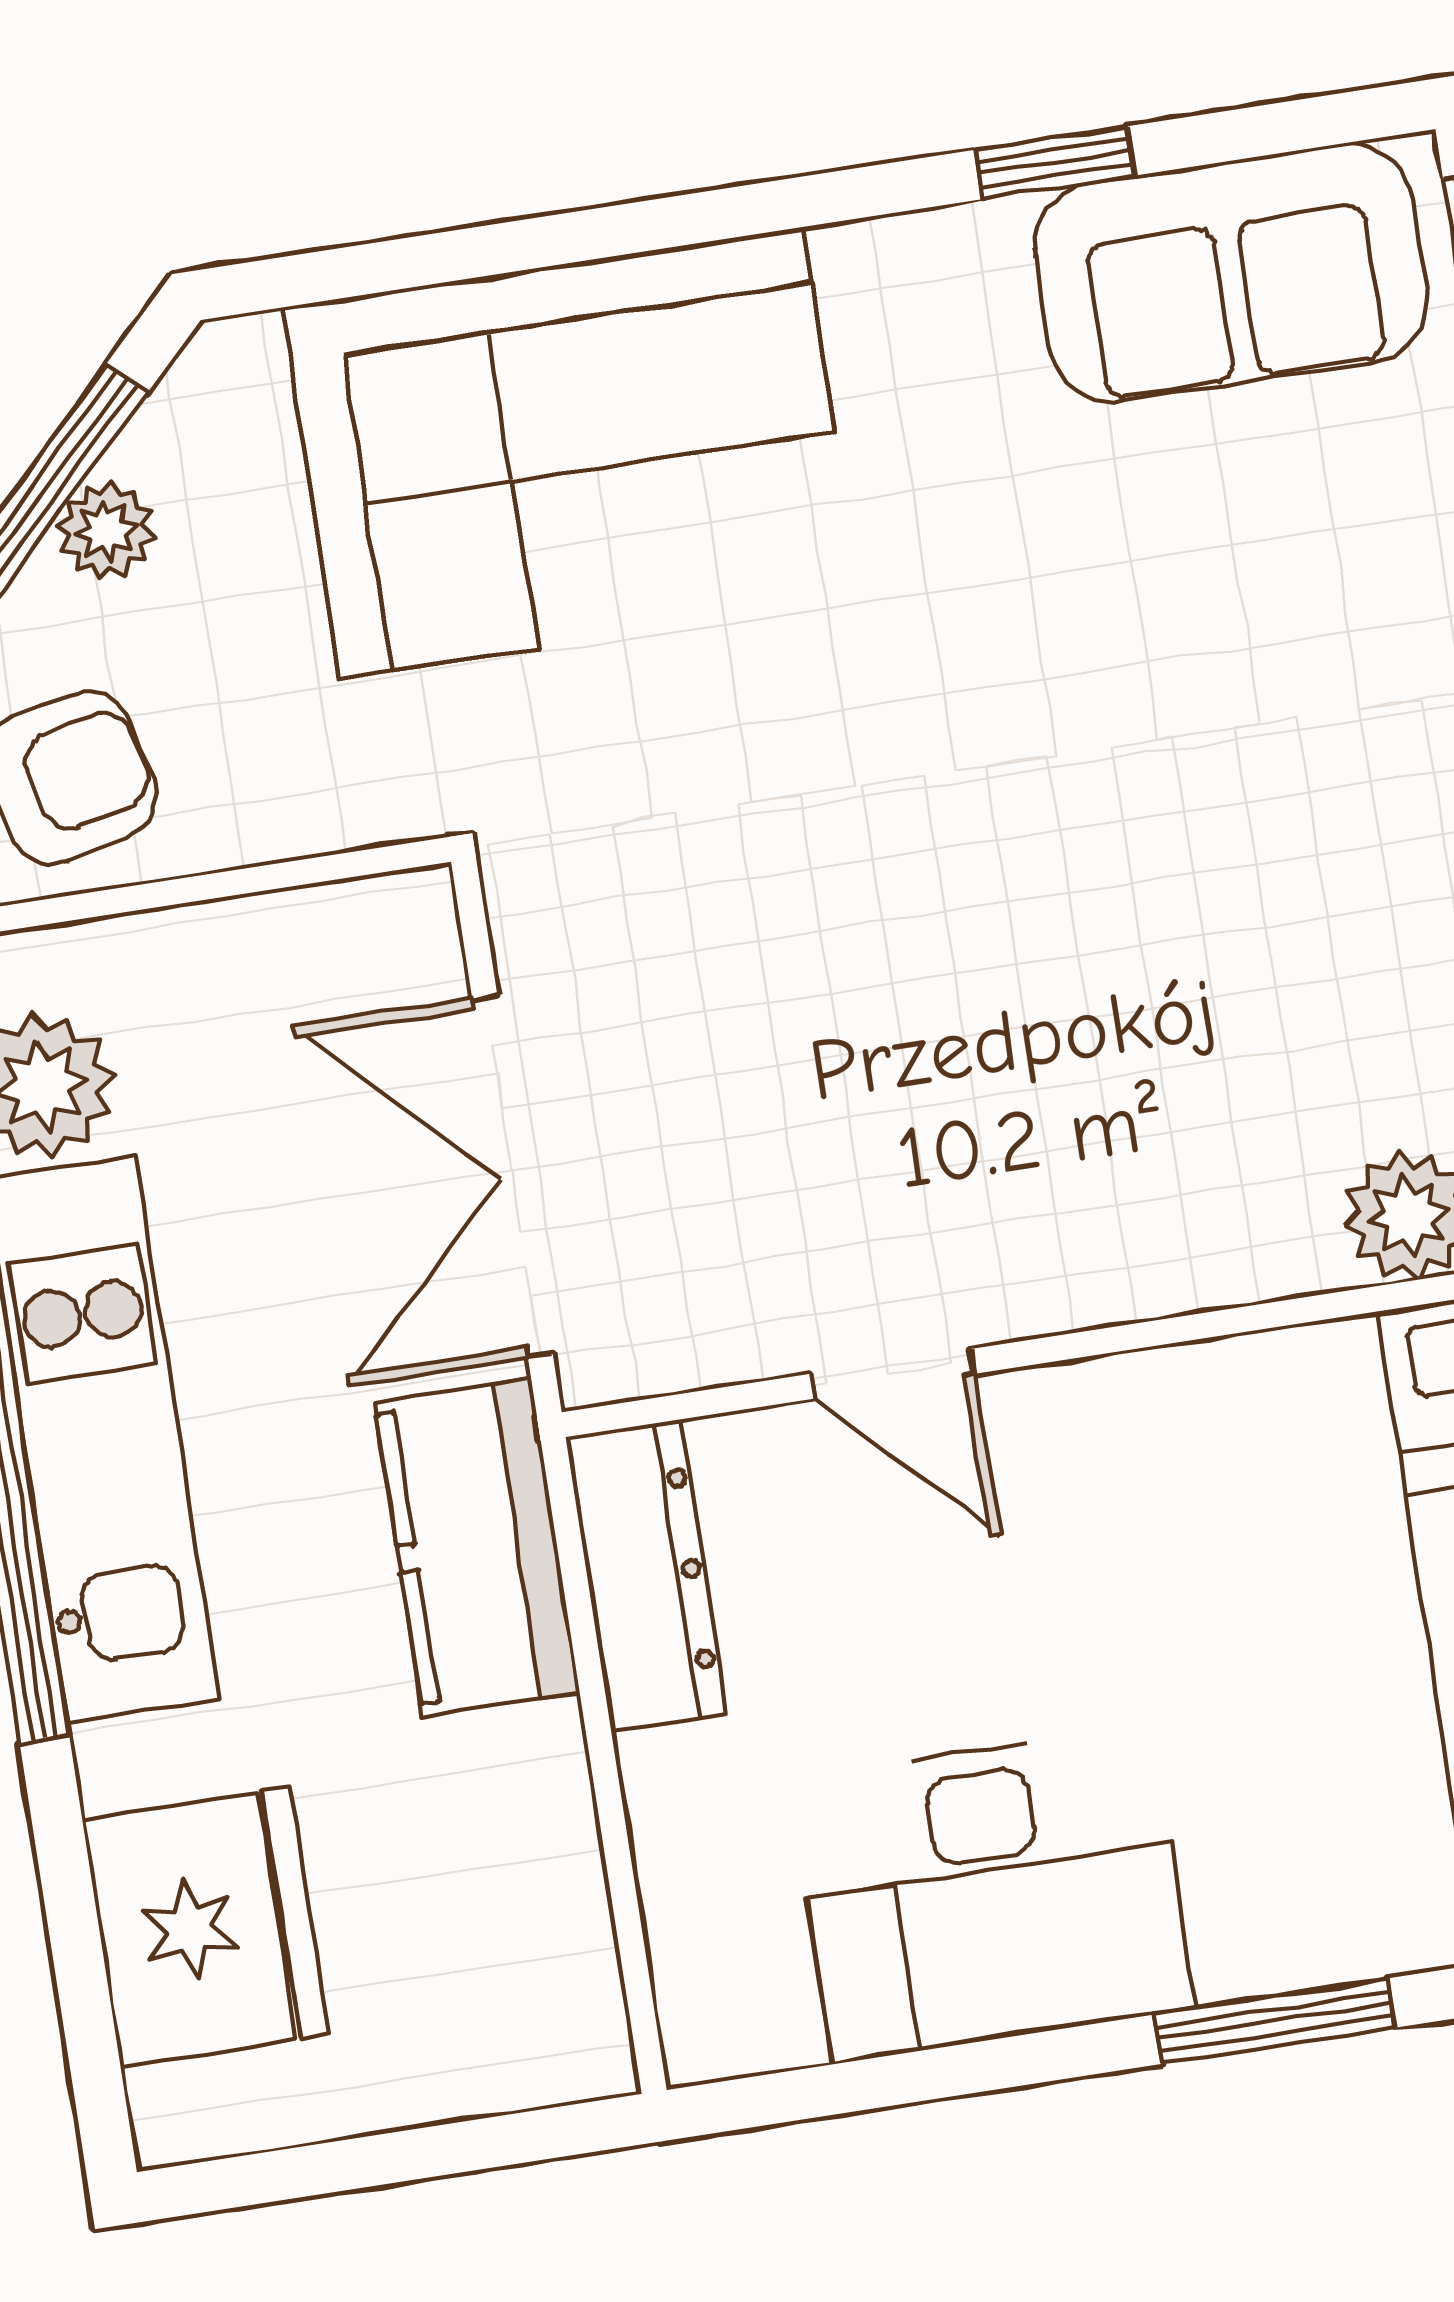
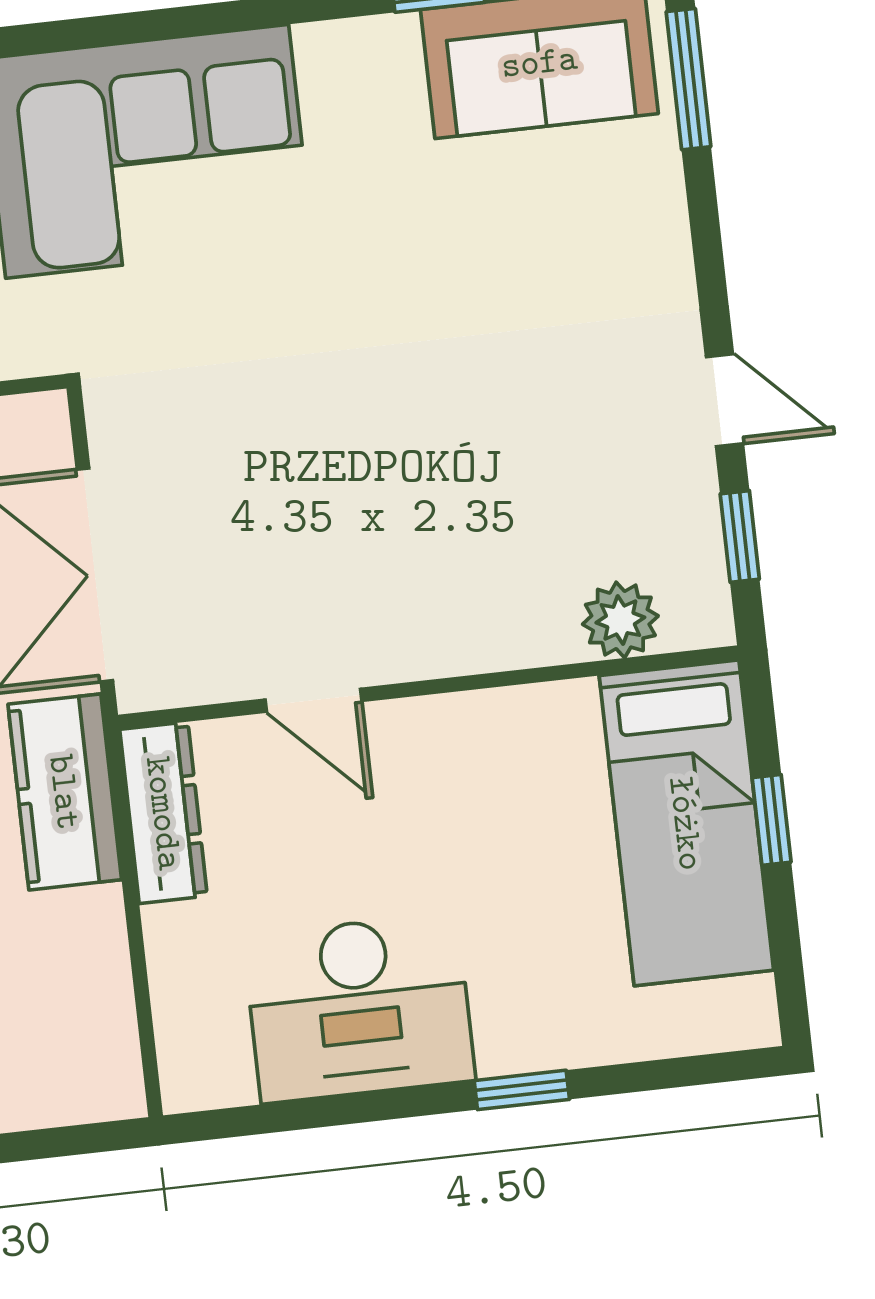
window: (1275, 2021) -> (522, 1090), width x0.67

